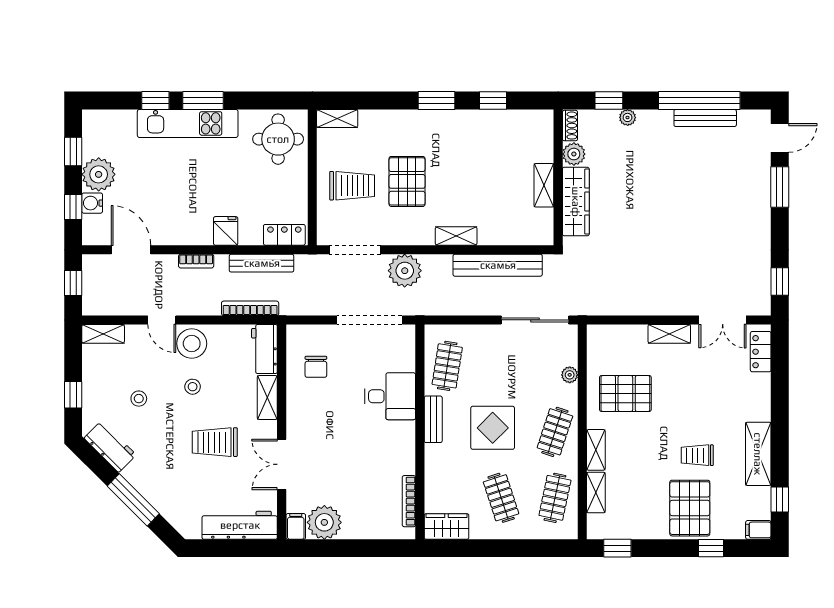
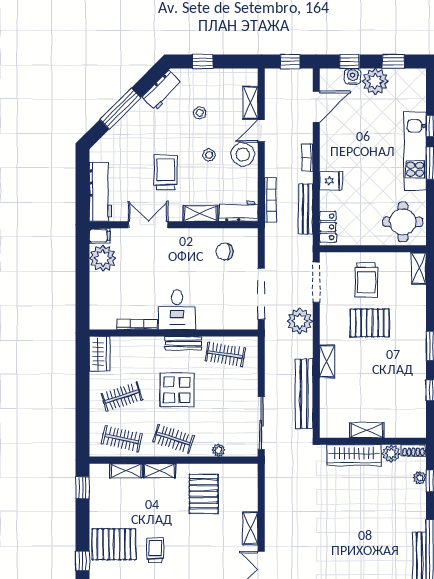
plant: (628, 117) -> (420, 478), moved
shelving: (103, 334) -> (250, 103), moved
desk: (390, 396) -> (177, 310), moved
bookcase: (409, 501) -> (137, 324), moved

